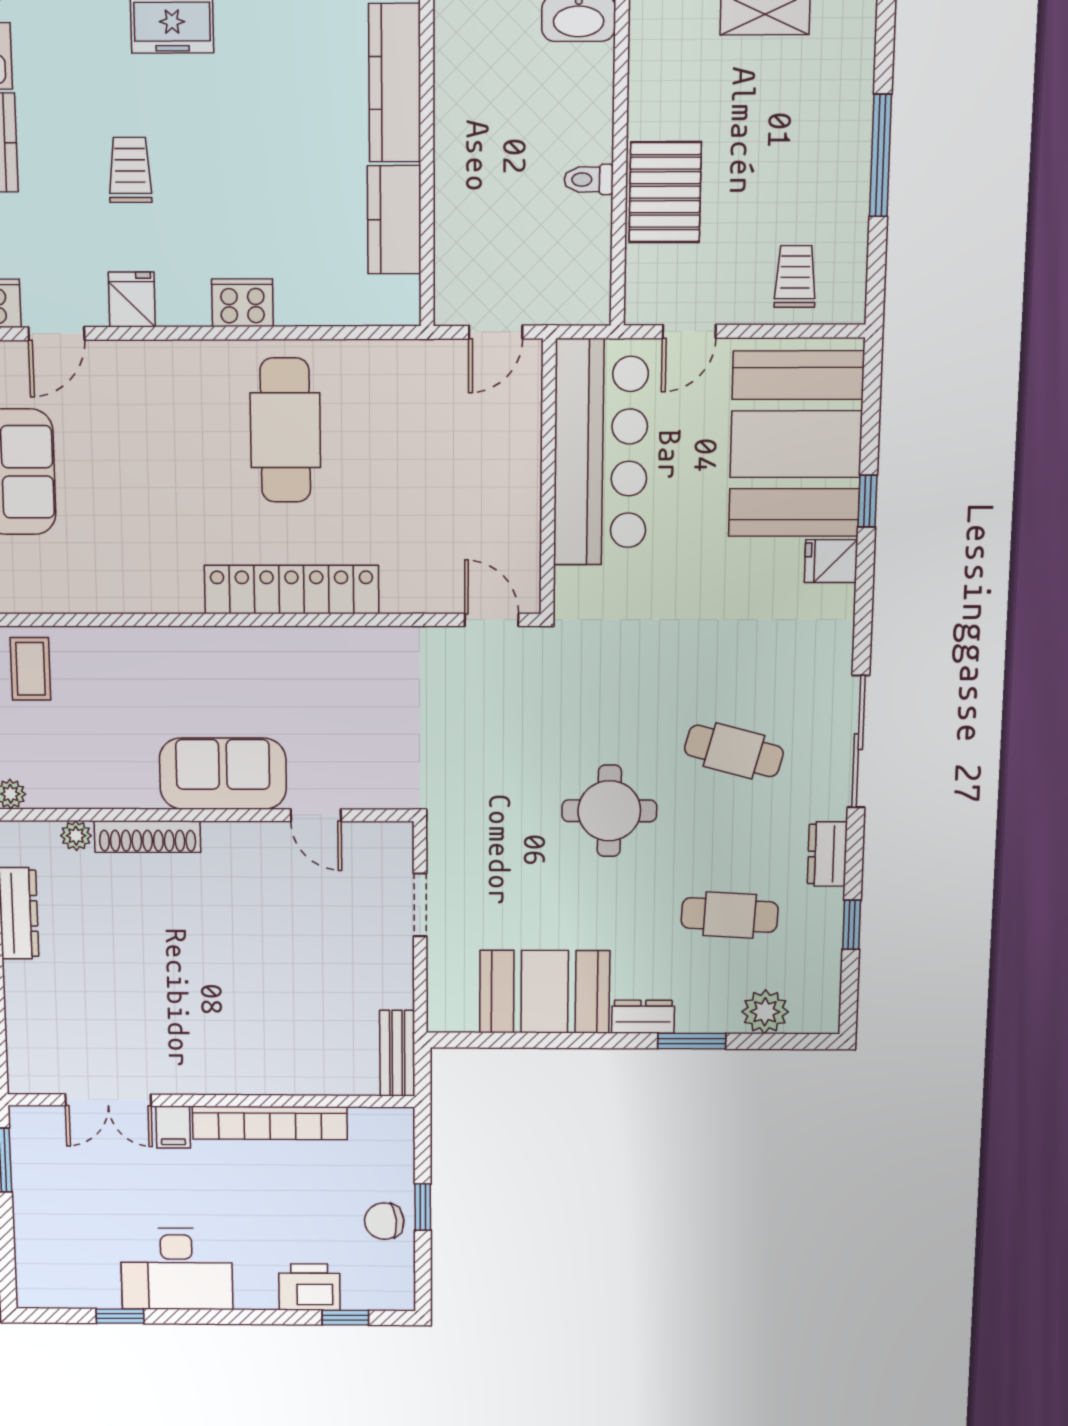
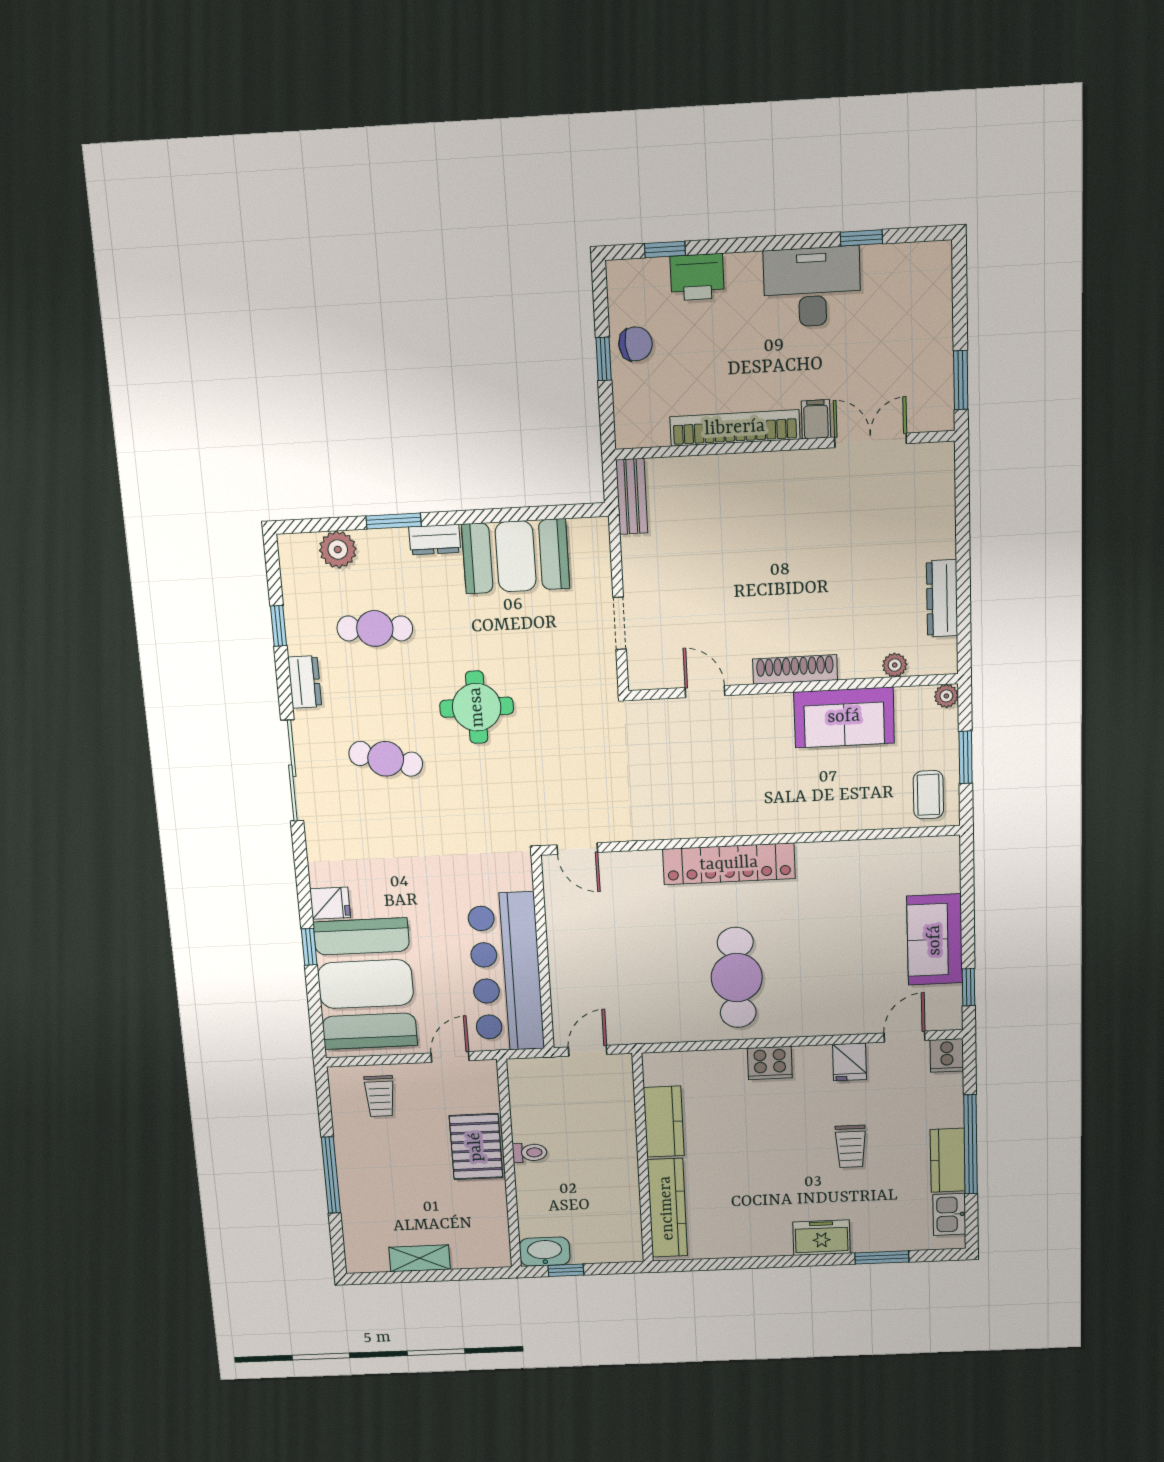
sofa: (223, 774) -> (844, 717), moved
shoe rack: (147, 837) -> (795, 669), moved

